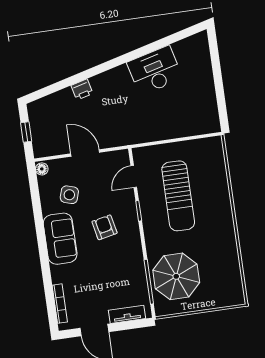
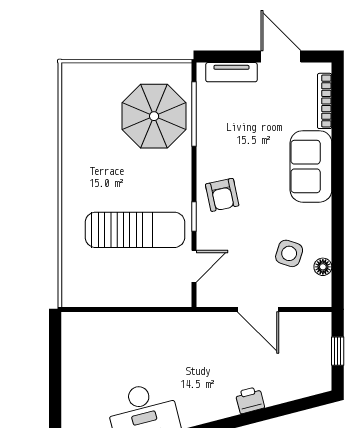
floor lamp: (42, 169) -> (323, 267), moved
sun lounger: (178, 196) -> (135, 230), turned 90
armchair: (104, 227) -> (222, 195), moved
sofa: (60, 239) -> (311, 166), moved

